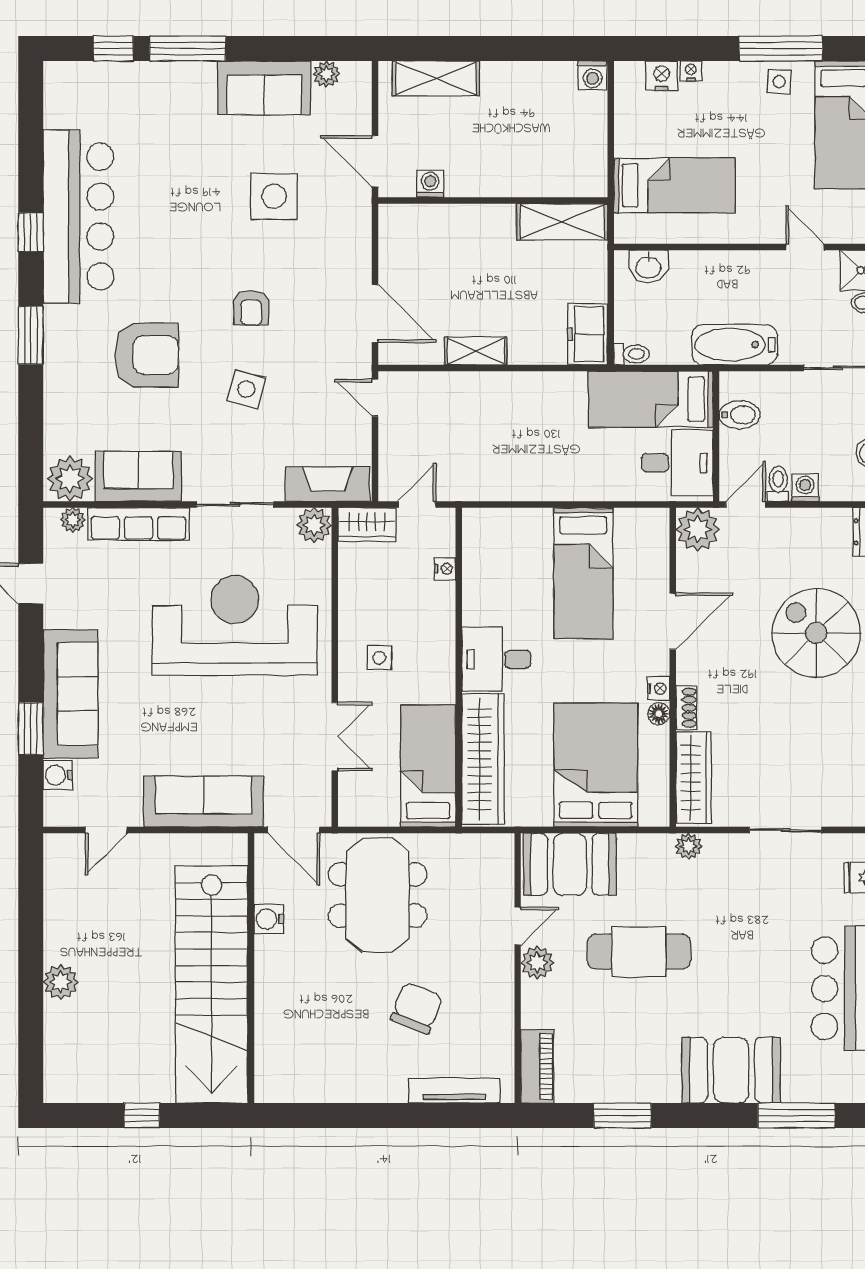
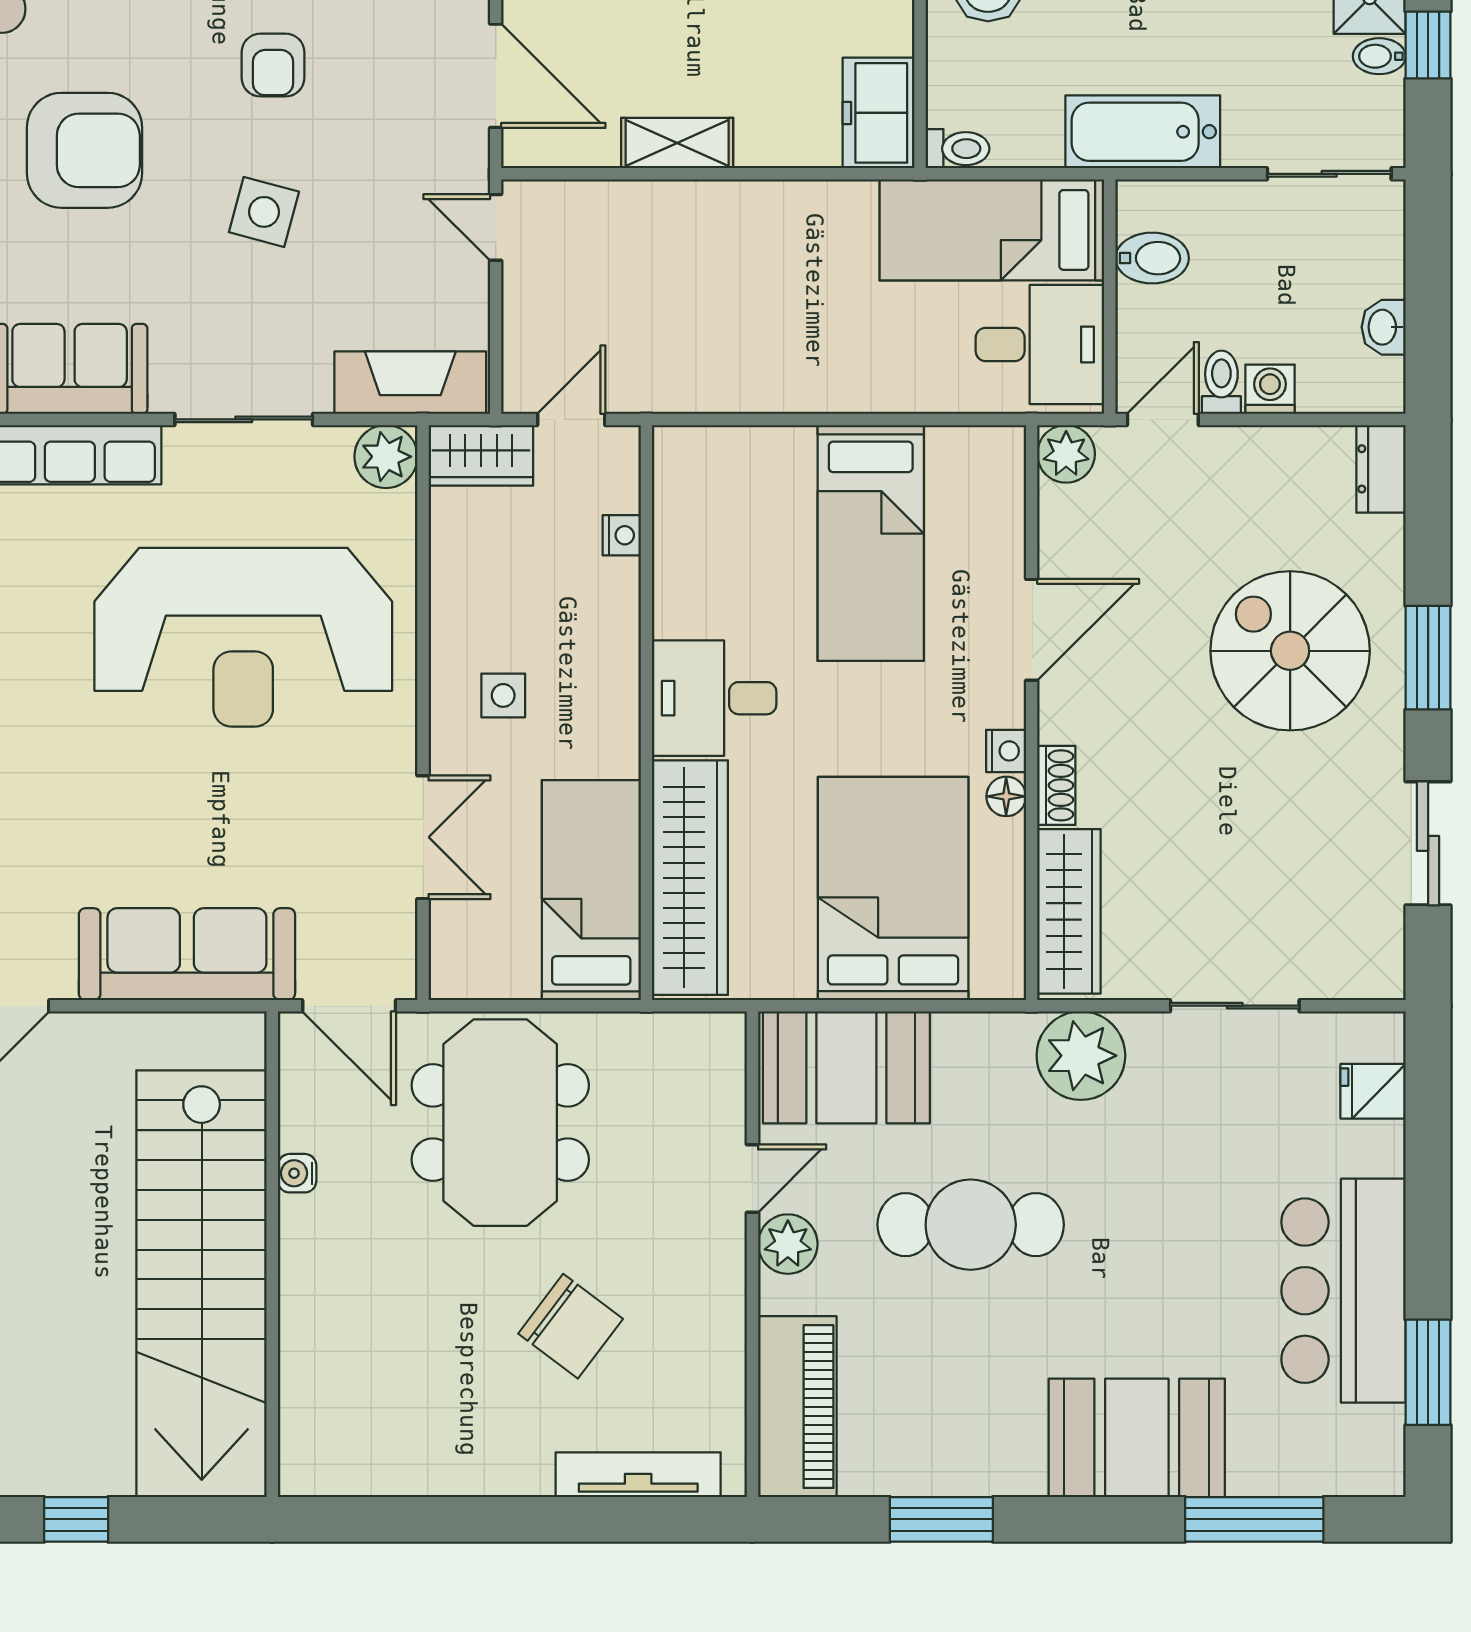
plant: (698, 529) -> (1066, 454), width x0.73, depth x0.73
reception desk: (235, 625) -> (243, 637), turned 180
plant: (689, 846) -> (1081, 1056), width x1.88, depth x1.88
water cooler: (269, 919) -> (297, 1173), width x0.72, depth x0.72
chair: (417, 1008) -> (571, 1326), turned 105
piano: (537, 1066) -> (797, 1407), width x1.37, depth x1.33

